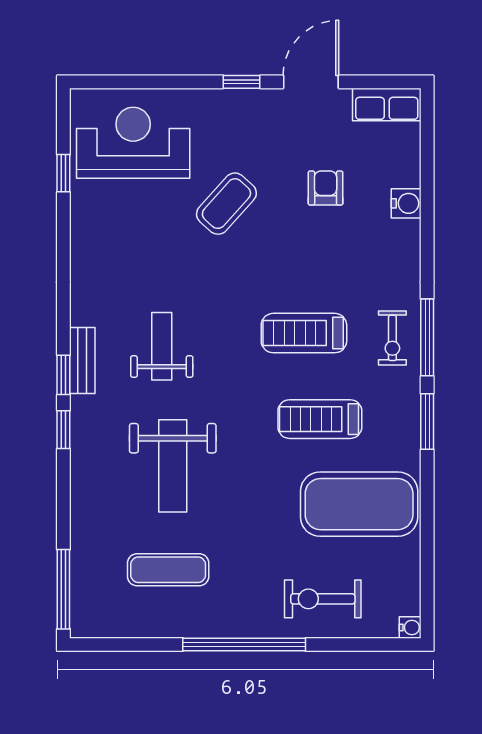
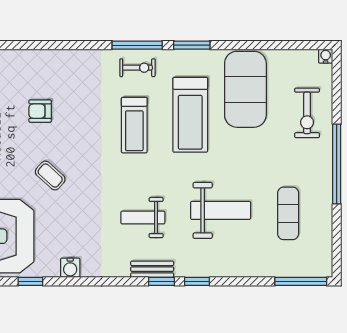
water cooler: (406, 203) -> (70, 268), moved, turned 180
coffee table: (226, 204) -> (50, 175), width x0.73, depth x0.77
treadmill: (320, 419) -> (190, 115), width x1.37, depth x1.38

